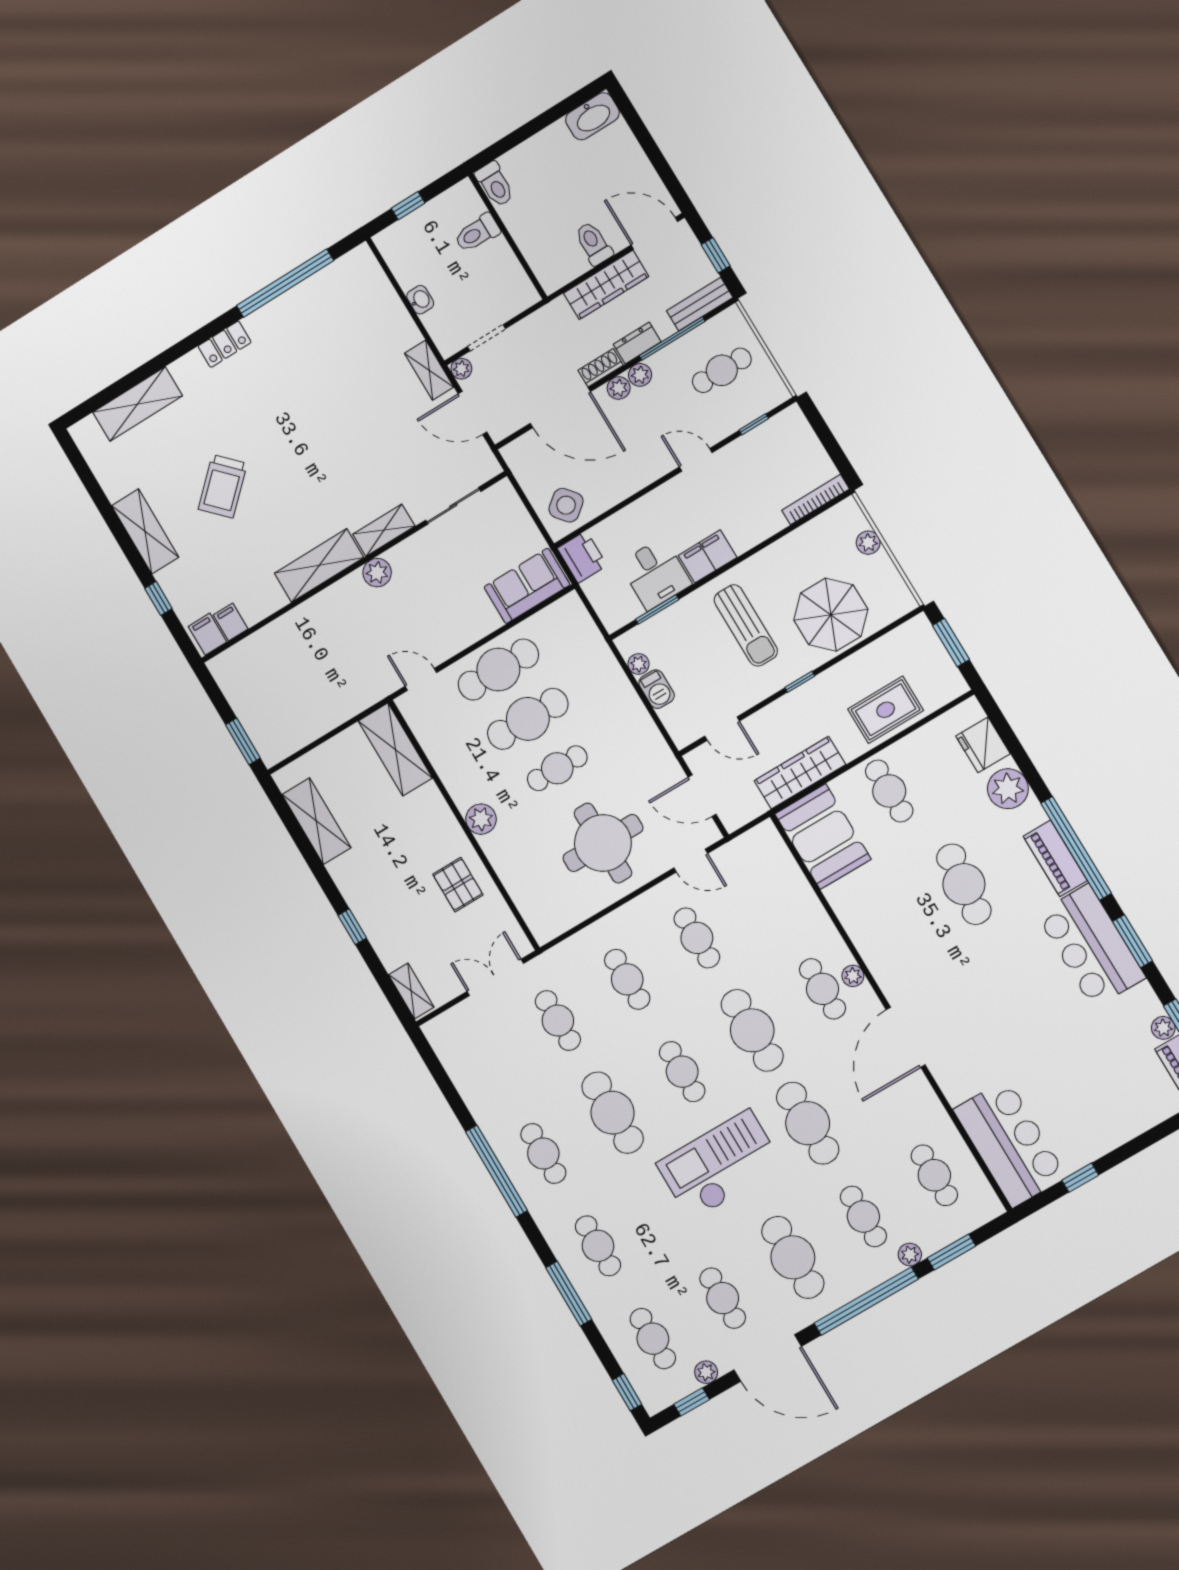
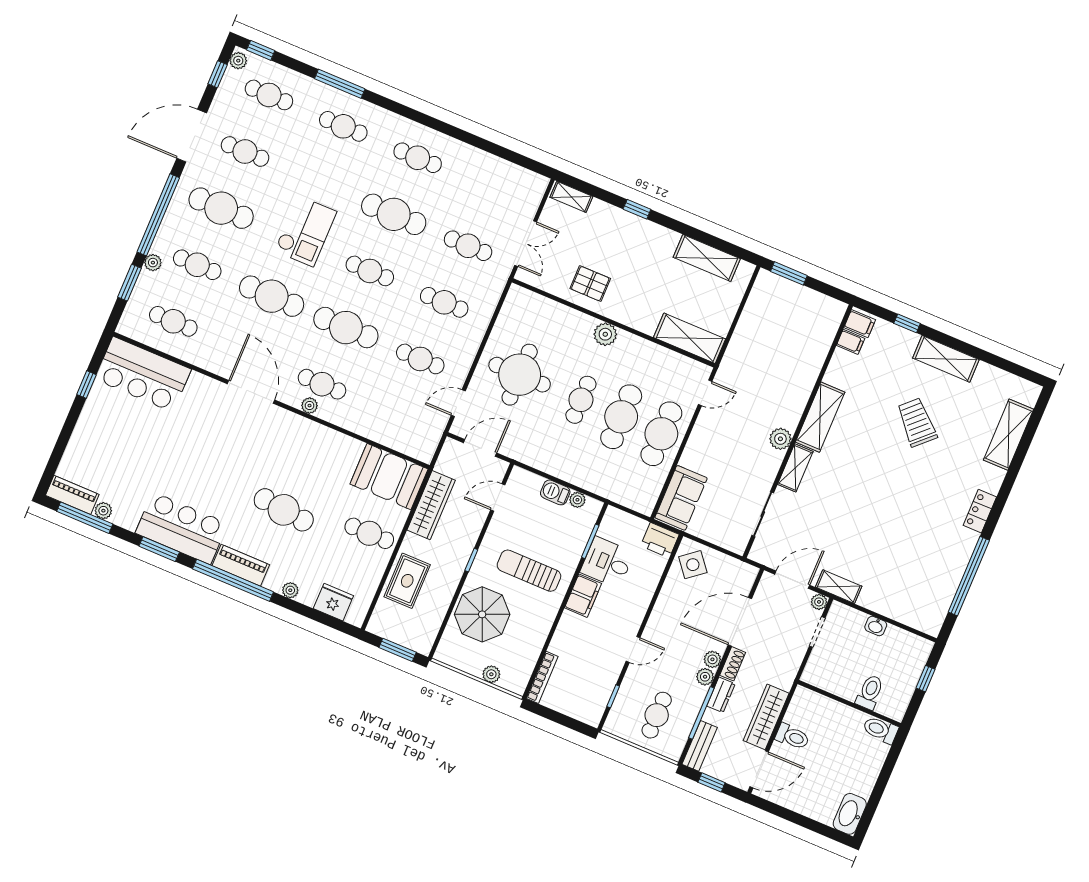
plant: (1008, 789) -> (290, 590), width x0.53, depth x0.53
checkout: (720, 1165) -> (306, 231), width x0.73, depth x0.83
window: (496, 1171) -> (438, 125), removed
plant: (706, 1372) -> (238, 61), moved

